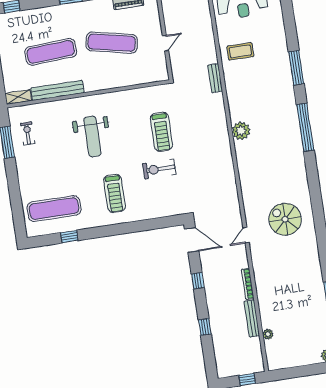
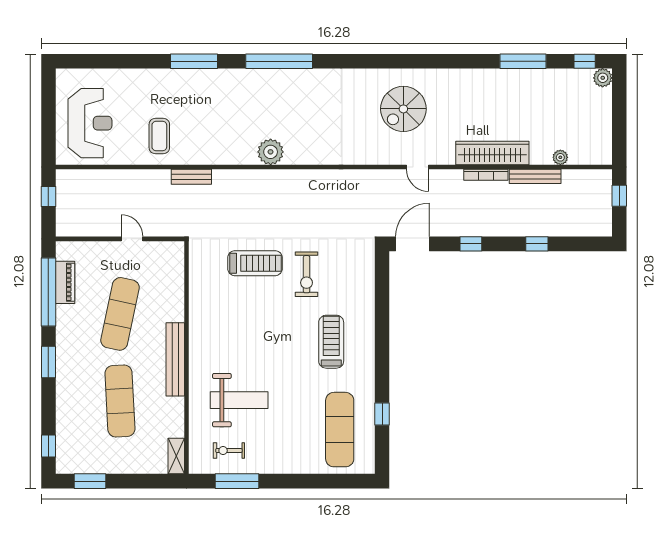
bench: (57, 90) -> (175, 359), moved
weight bench: (92, 137) -> (239, 400), moved
treadmill: (115, 193) -> (331, 342), turned -90
wardrobe: (264, 286) -> (492, 153), added

